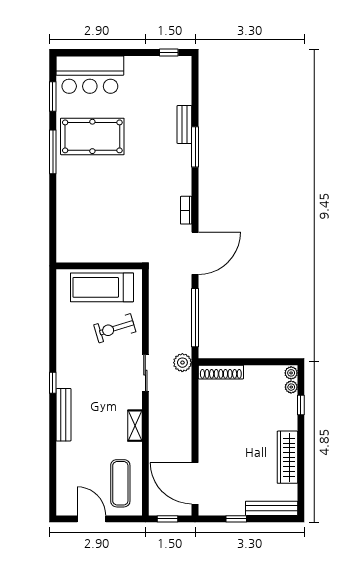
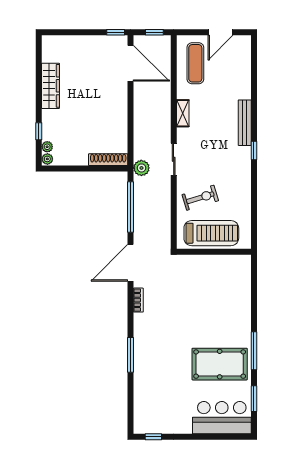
bench: (184, 124) -> (140, 374), removed
bench: (272, 508) -> (64, 42), removed
door: (91, 519) -> (220, 32), hinge flipped
window: (236, 519) -> (116, 32), moved

